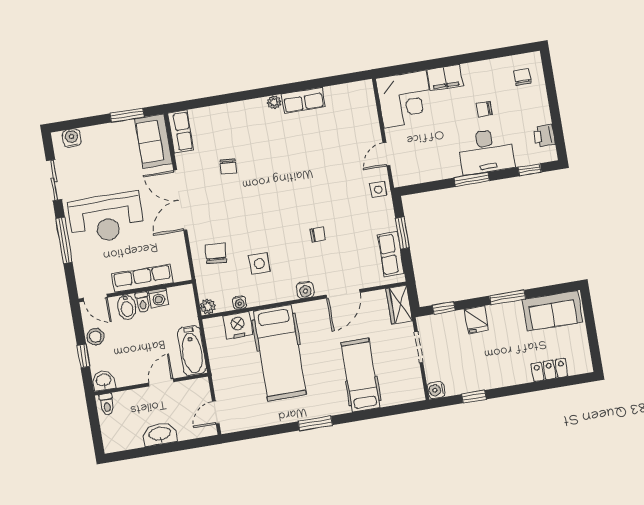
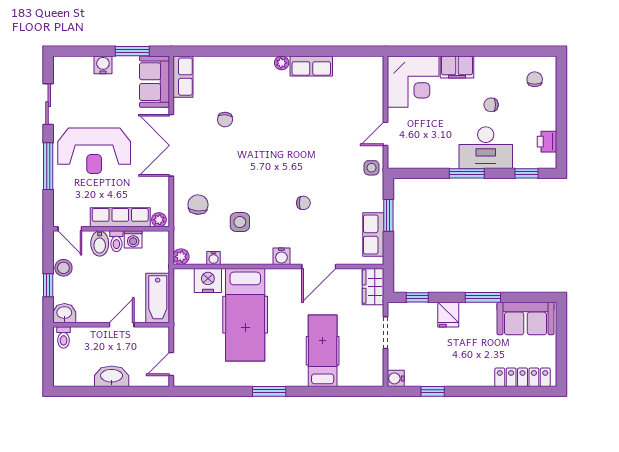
water cooler: (72, 138) -> (103, 65), moved
plant: (180, 274) -> (159, 220), added
locker: (549, 370) -> (523, 377), width x1.53

